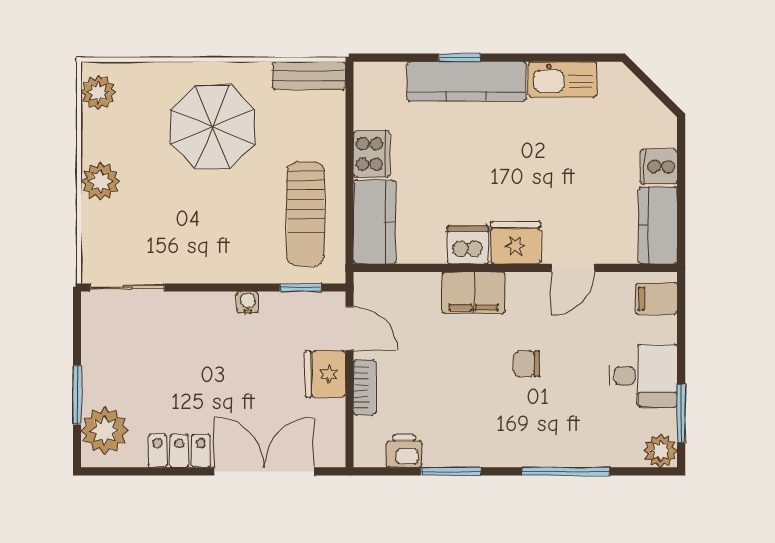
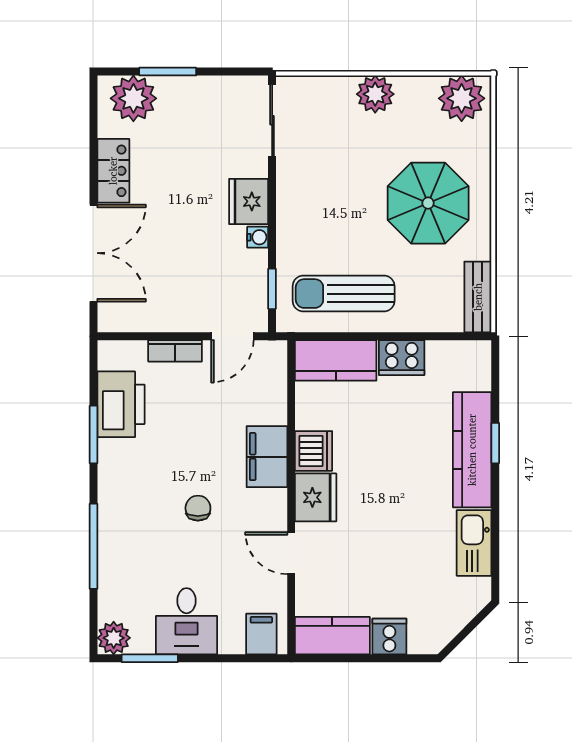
plant: (98, 92) -> (462, 98), width x1.36, depth x1.36
fridge: (325, 374) -> (249, 201), moved, turned -90
printer: (404, 451) -> (121, 404), width x1.87, depth x1.48

